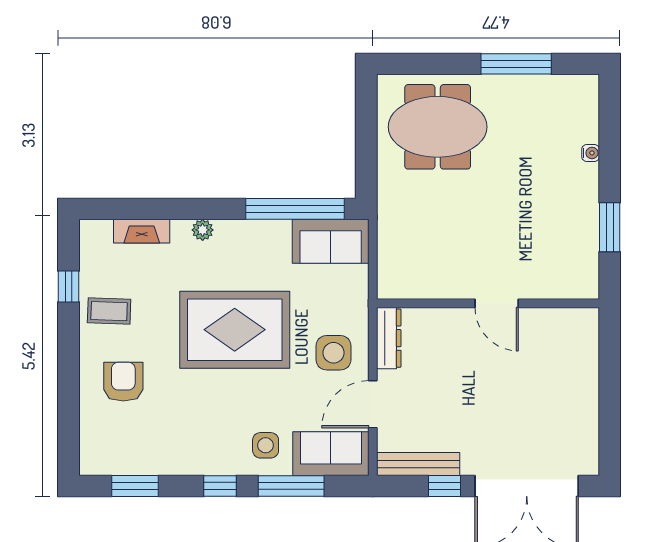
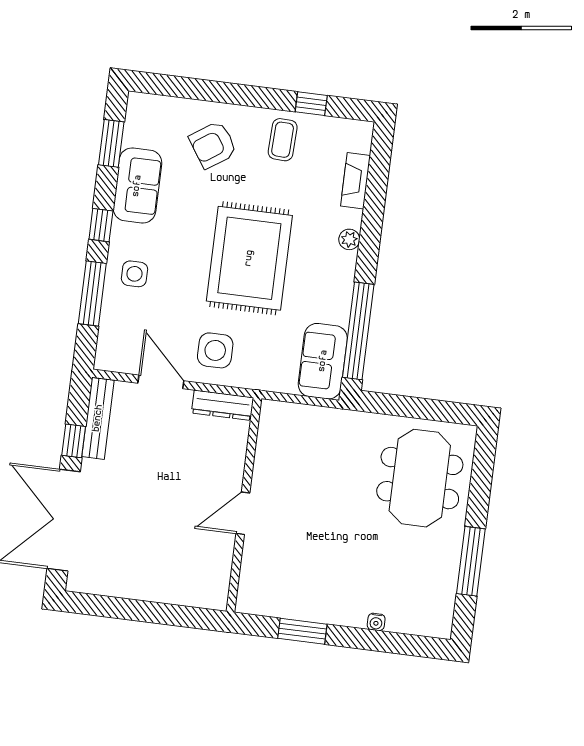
armchair: (123, 382) -> (213, 145), turned 146
sofa: (331, 454) -> (137, 186), moved

